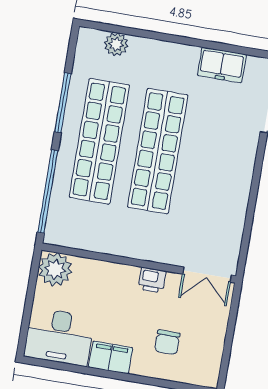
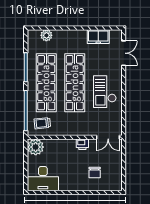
checkout: (216, 180) -> (105, 92), added
trolley: (77, 223) -> (42, 123), added
filing cabinet: (111, 357) -> (69, 184), removed

